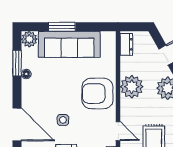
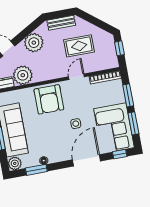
plant: (132, 87) -> (23, 75), moved

